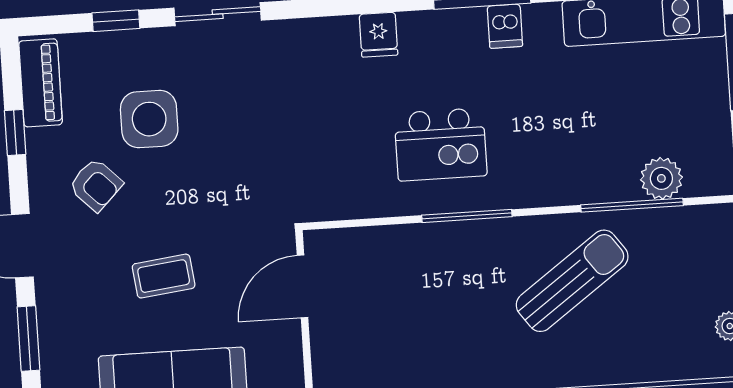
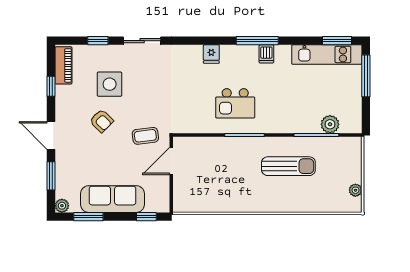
armchair: (96, 185) -> (102, 121), moved
coffee table: (164, 276) -> (145, 136), moved
sun lounger: (572, 281) -> (288, 166), turned 36

